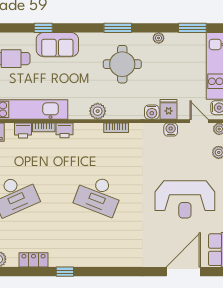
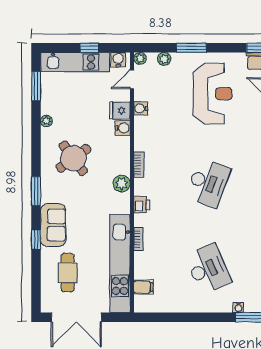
window: (118, 28) -> (36, 191), moved
round table: (122, 64) -> (73, 158), turned -36
printer: (64, 130) -> (142, 205), moved
printer: (23, 131) -> (142, 260), removed

